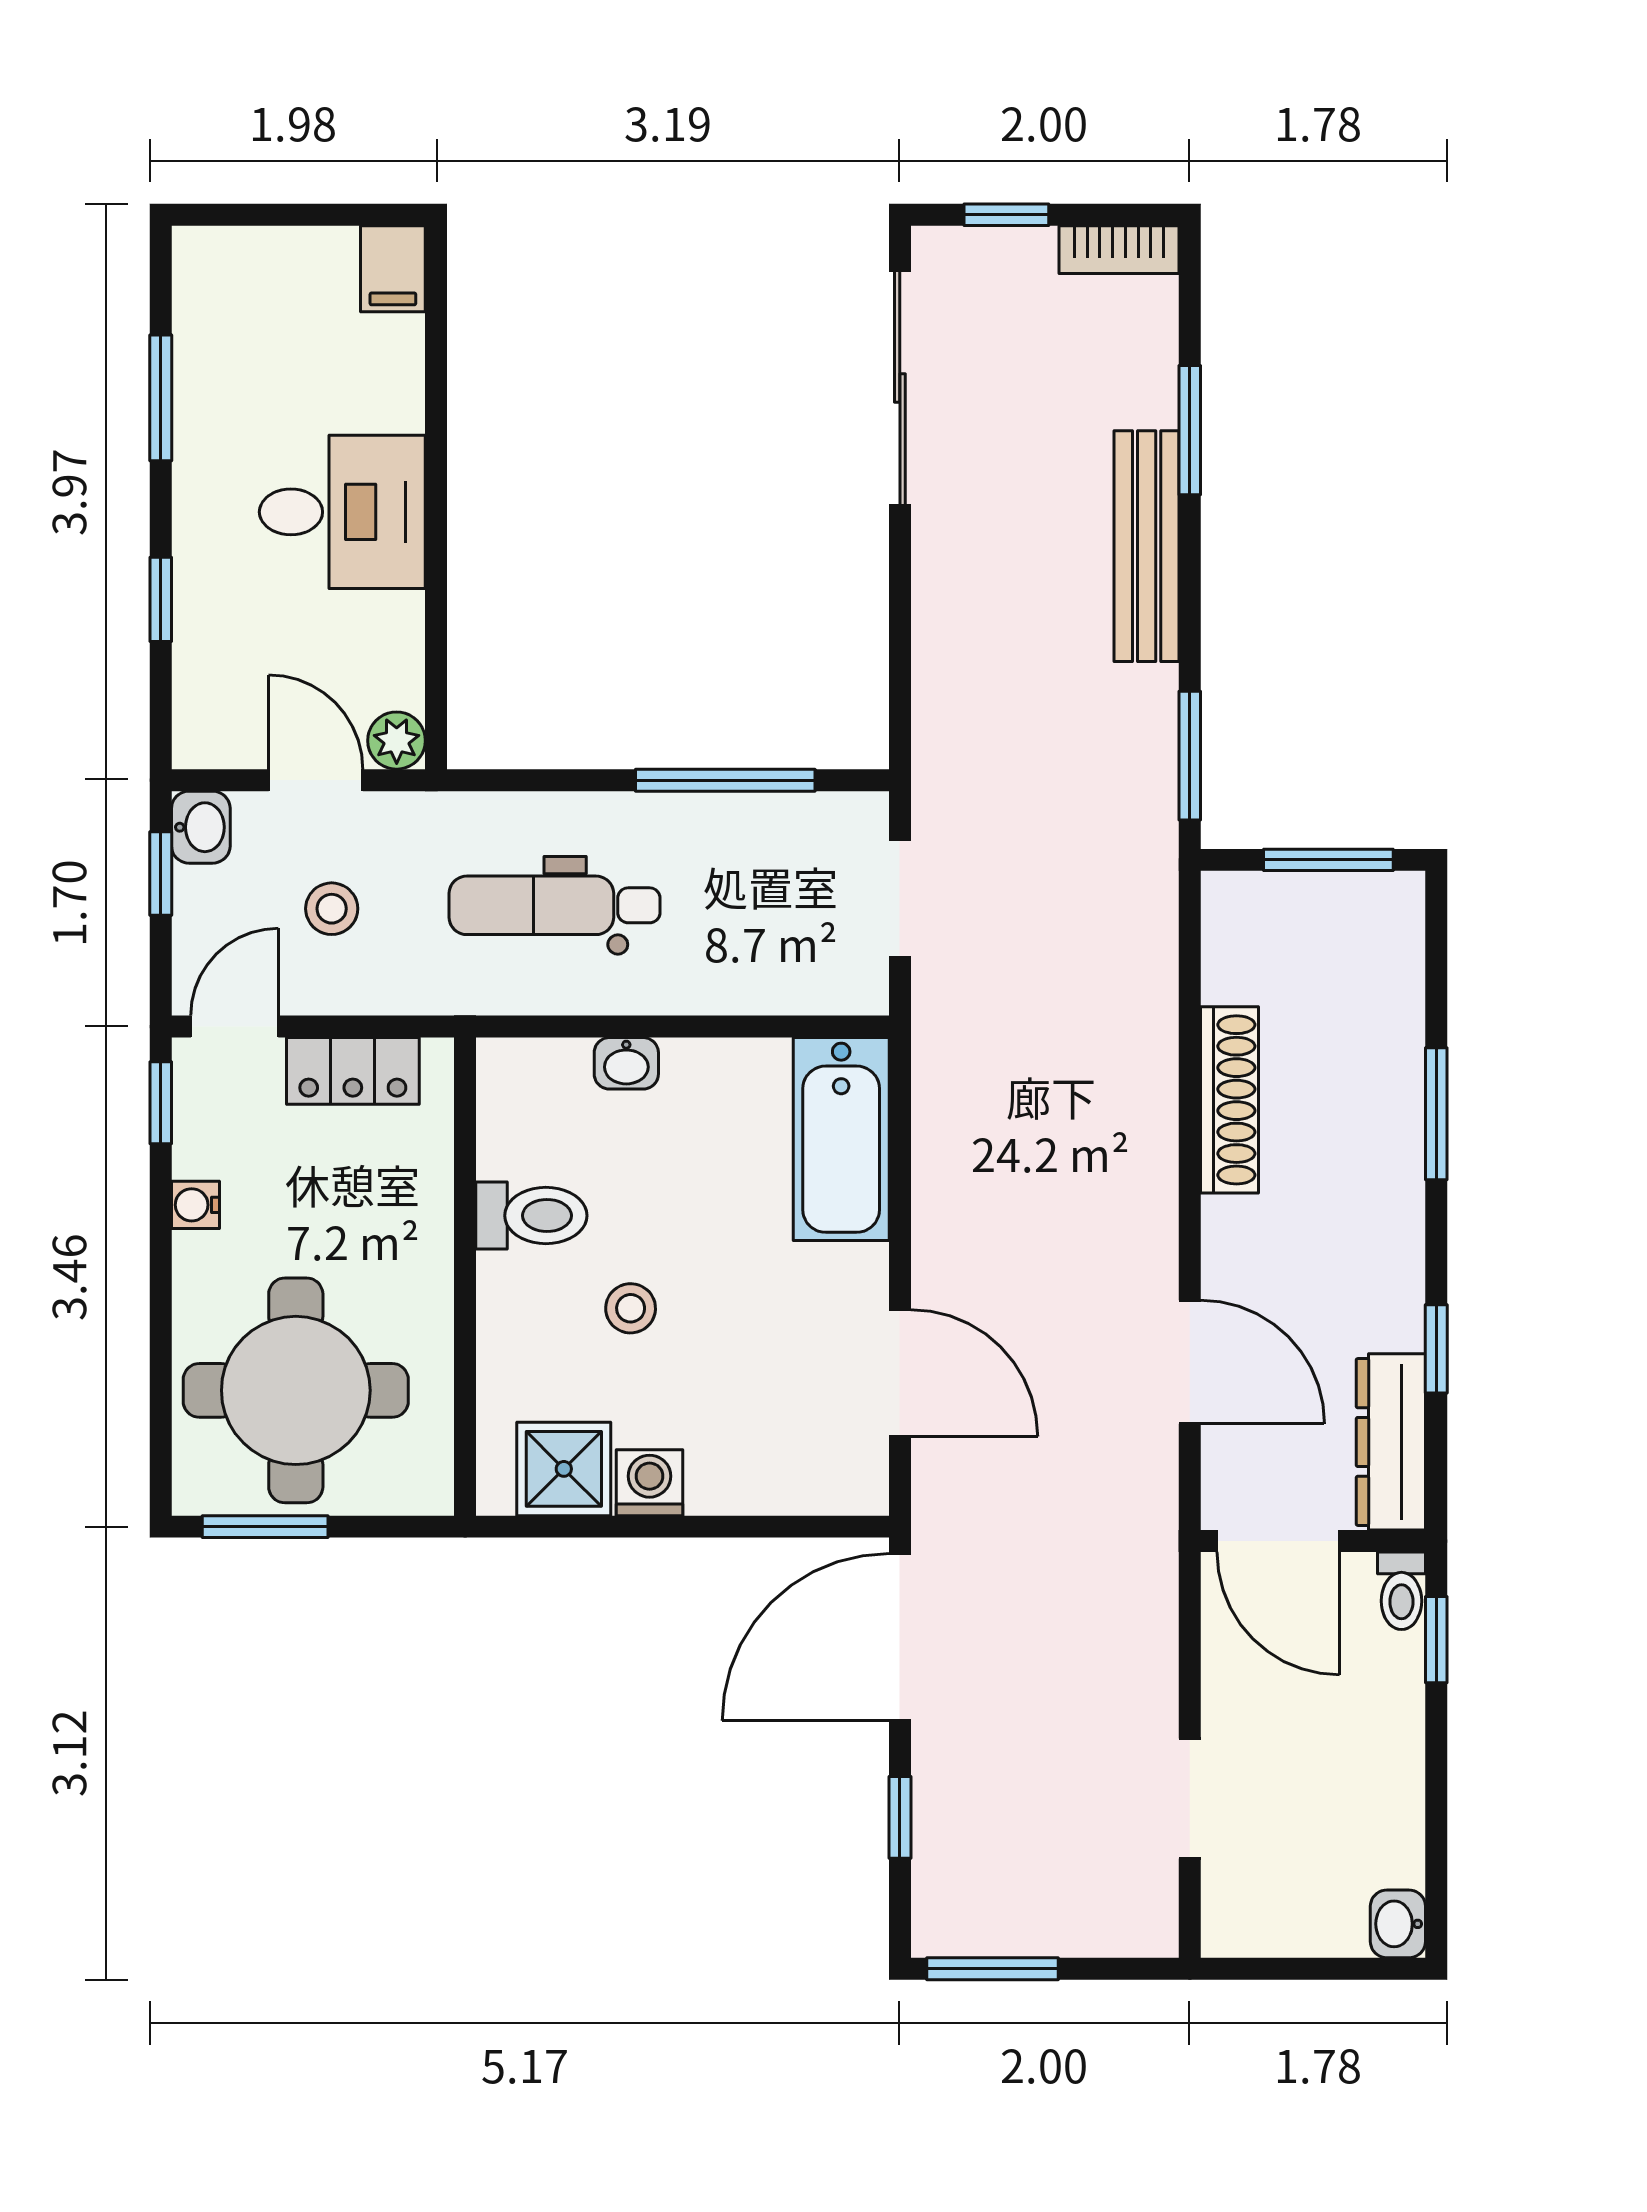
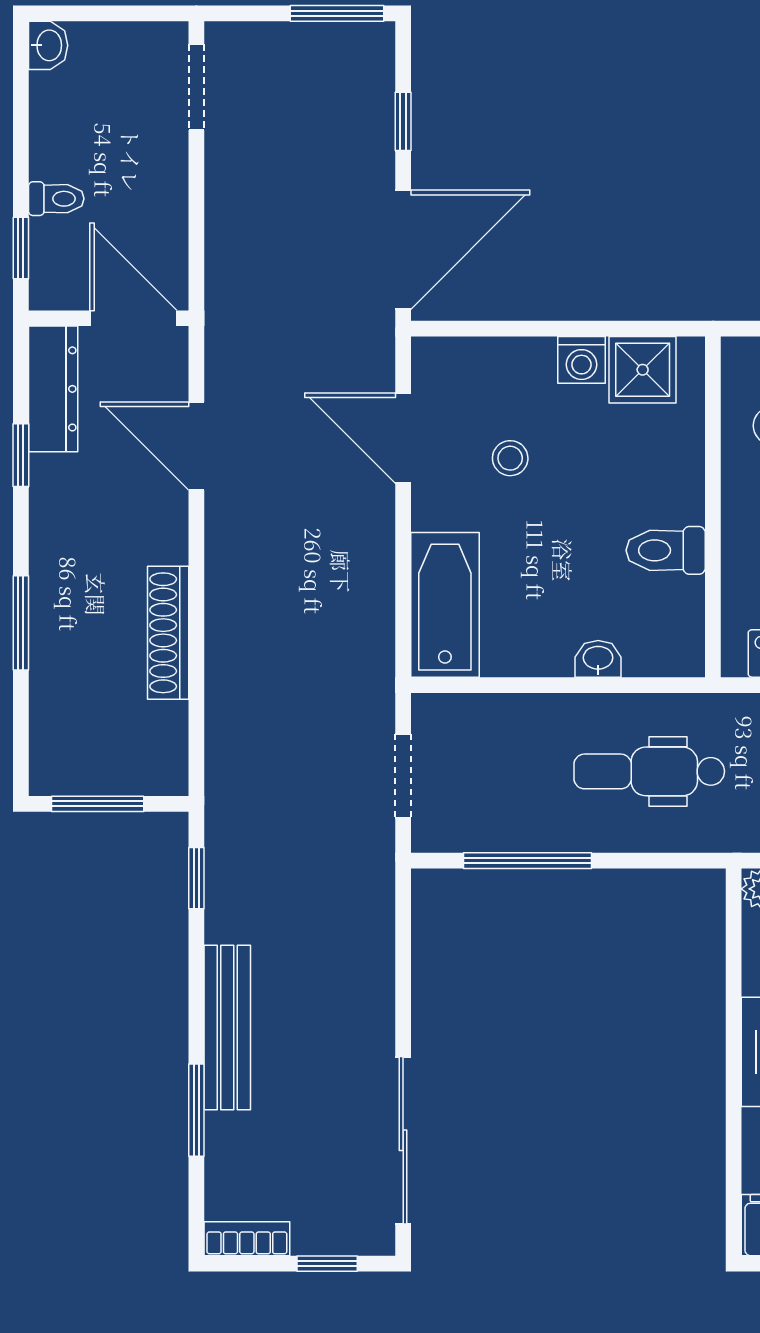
window: (1190, 756) -> (196, 878), width x0.67
dental chair: (555, 905) -> (649, 771), turned 180
stool: (631, 1308) -> (510, 458), moved
toilet: (1401, 1591) -> (56, 199), moved, turned 90
doorway: (1190, 1799) -> (196, 87), moved

